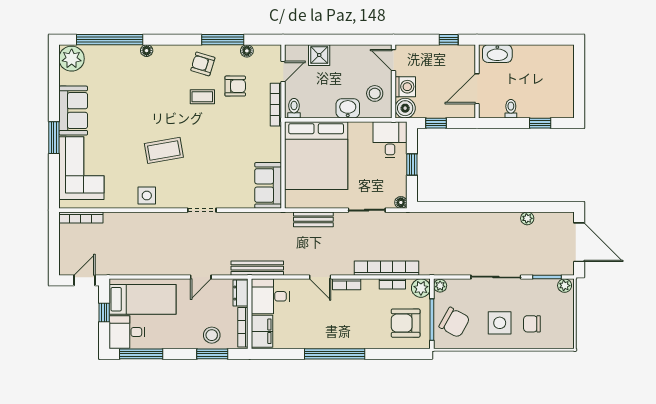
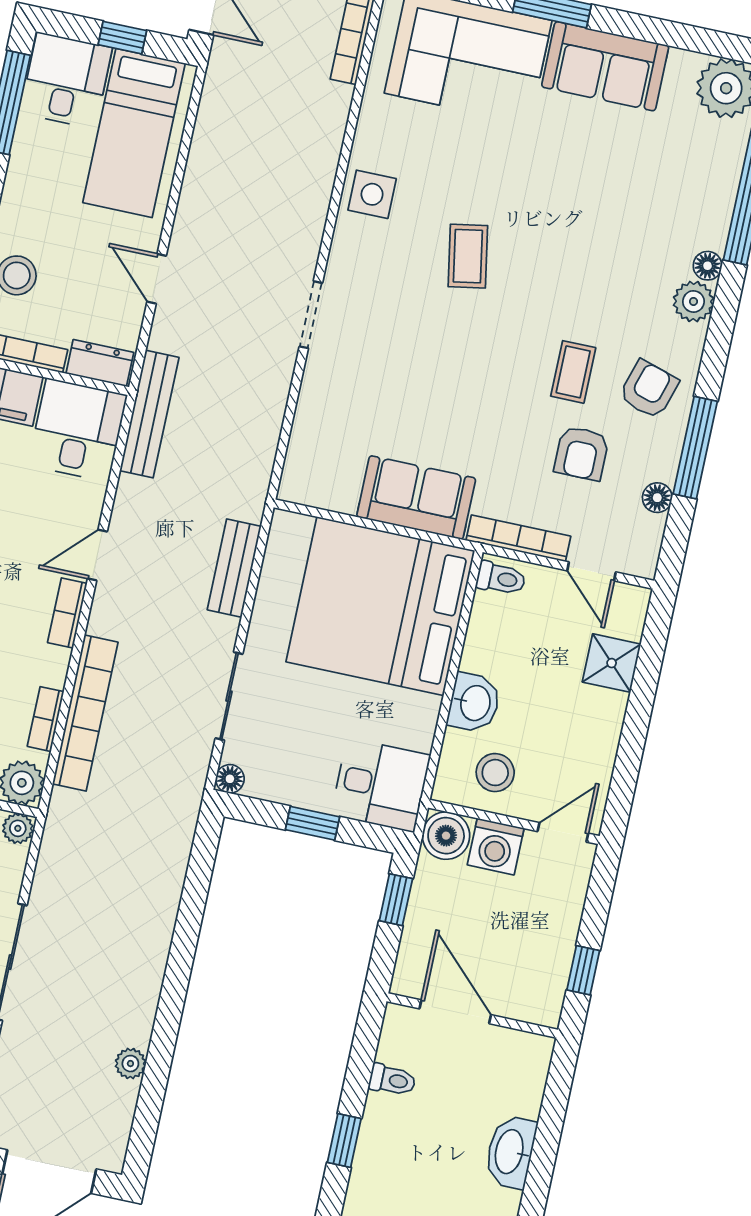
plant: (163, 53) -> (693, 301), added
washbasin: (497, 54) -> (510, 1152), moved
coffee table: (164, 150) -> (468, 256), width x0.73, depth x0.77
sofa: (268, 185) -> (416, 498), moved

